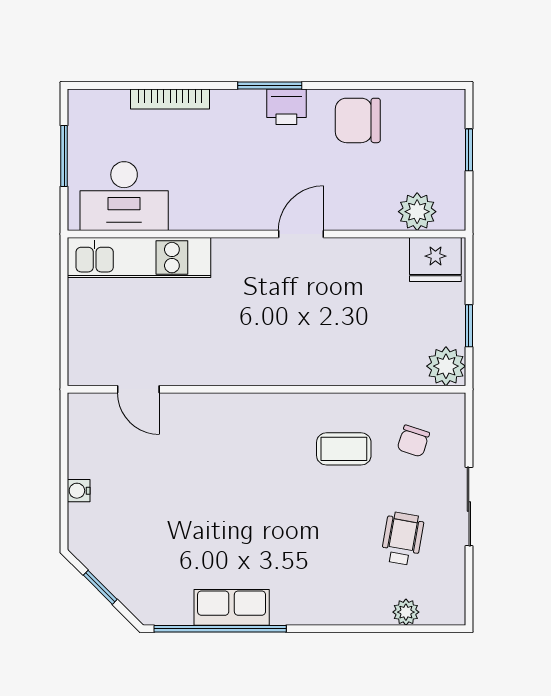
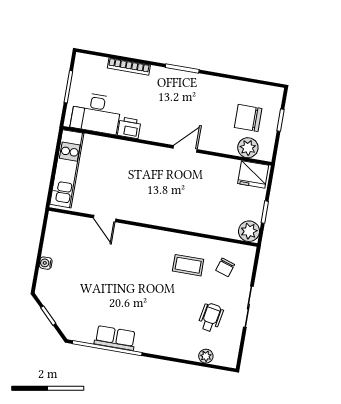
printer: (286, 107) -> (129, 128), moved, turned 180
chair: (358, 120) -> (248, 118), moved
kitchen unit: (139, 258) -> (67, 169), moved, turned -90
door: (138, 389) -> (105, 219), moved

